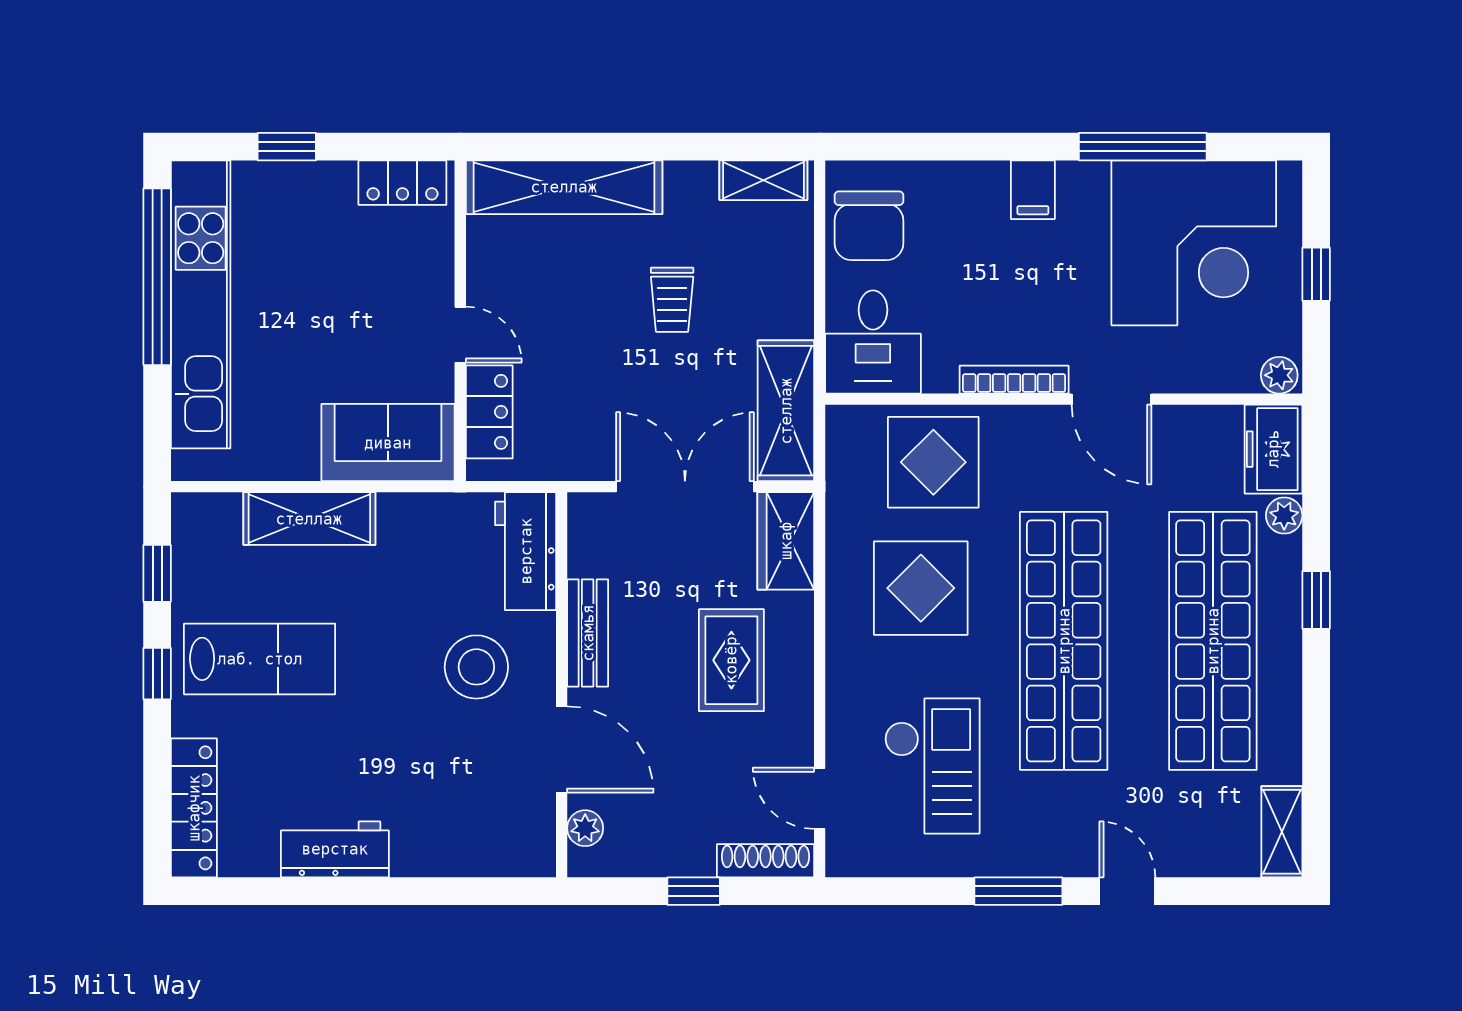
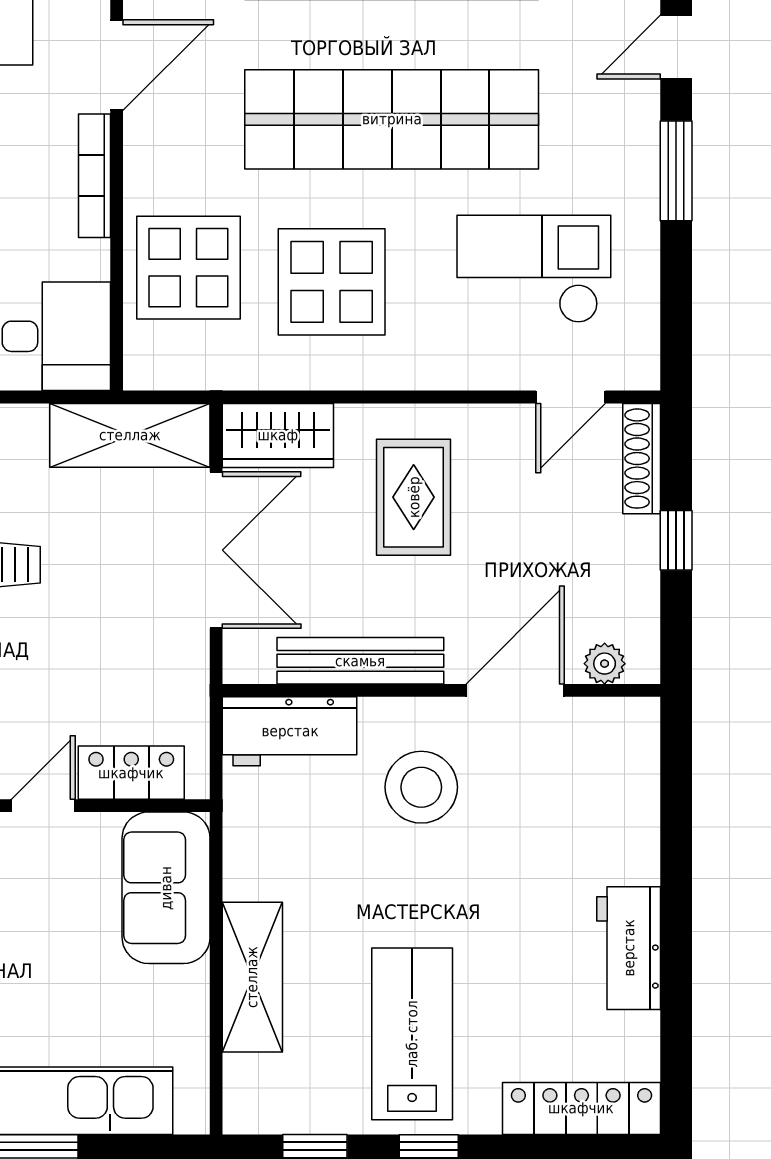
double door: (685, 487) -> (216, 550), swing flipped
bench: (588, 633) -> (360, 661), width x1.36
rug: (731, 660) -> (414, 497), turned 90

